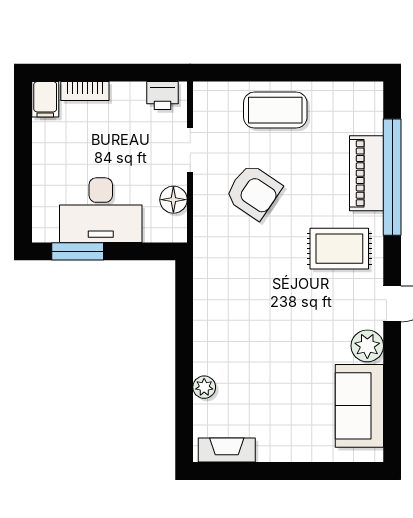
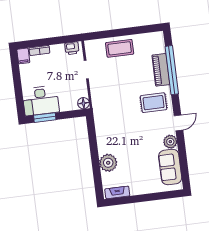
armchair: (253, 192) -> (115, 83), removed
floor lamp: (173, 200) -> (83, 103), moved
desk: (101, 210) -> (41, 101), moved
plant: (204, 387) -> (108, 163), width x1.88, depth x1.88

